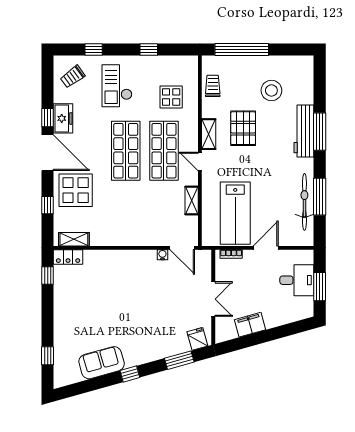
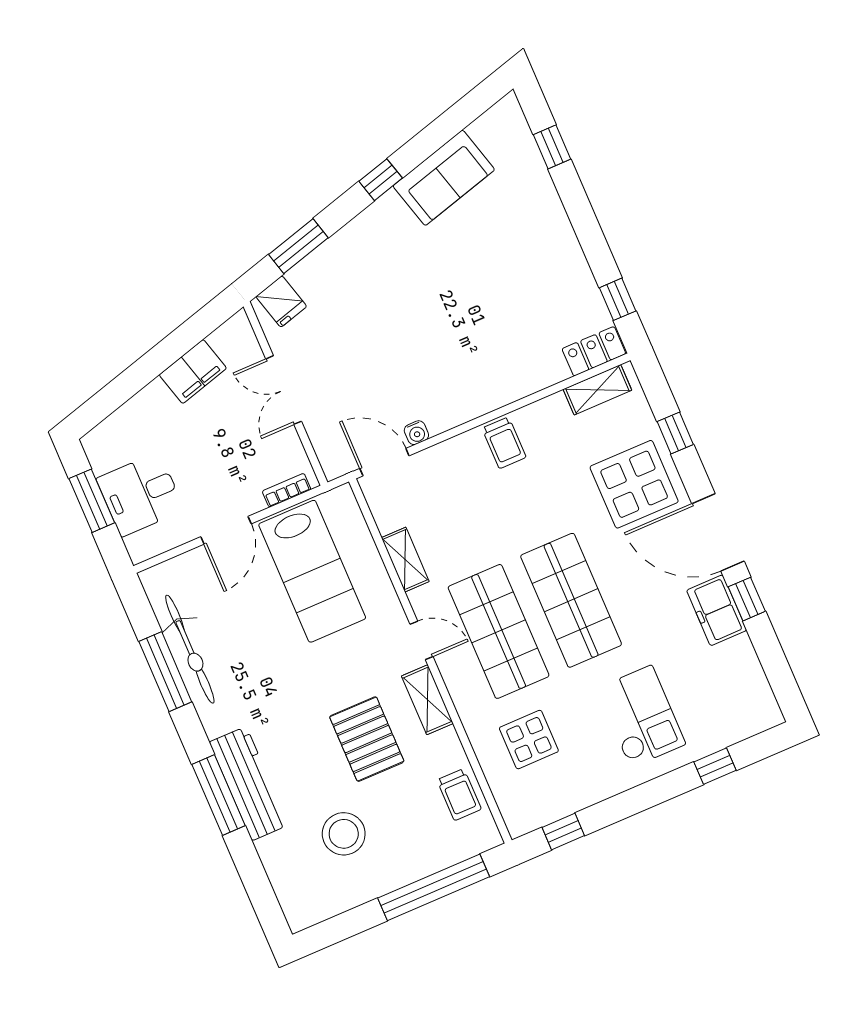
window: (149, 50) -> (563, 832), moved
trolley: (73, 77) -> (504, 443), moved, turned 126
lab bench: (235, 213) -> (312, 571), turned 180

